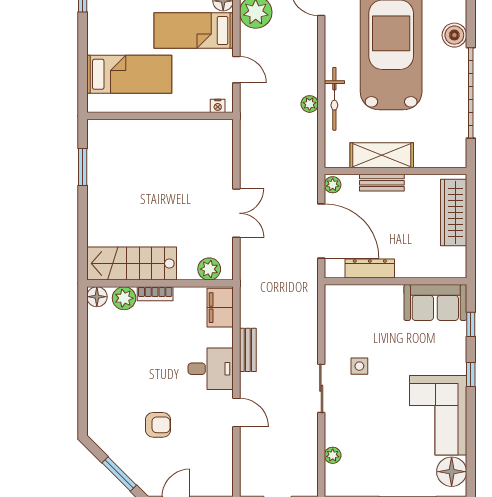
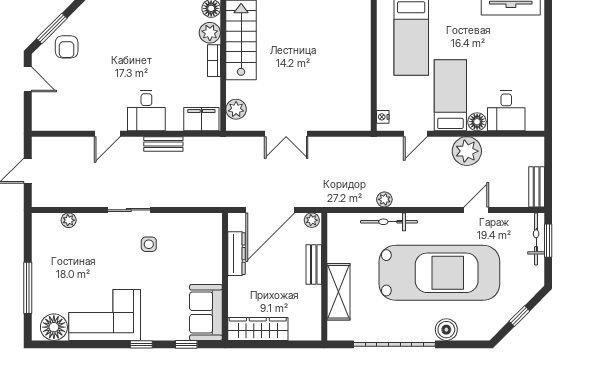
shelving: (382, 155) -> (338, 292), moved
wardrobe: (454, 213) -> (258, 329), moved
armchair: (158, 425) -> (67, 47), moved

